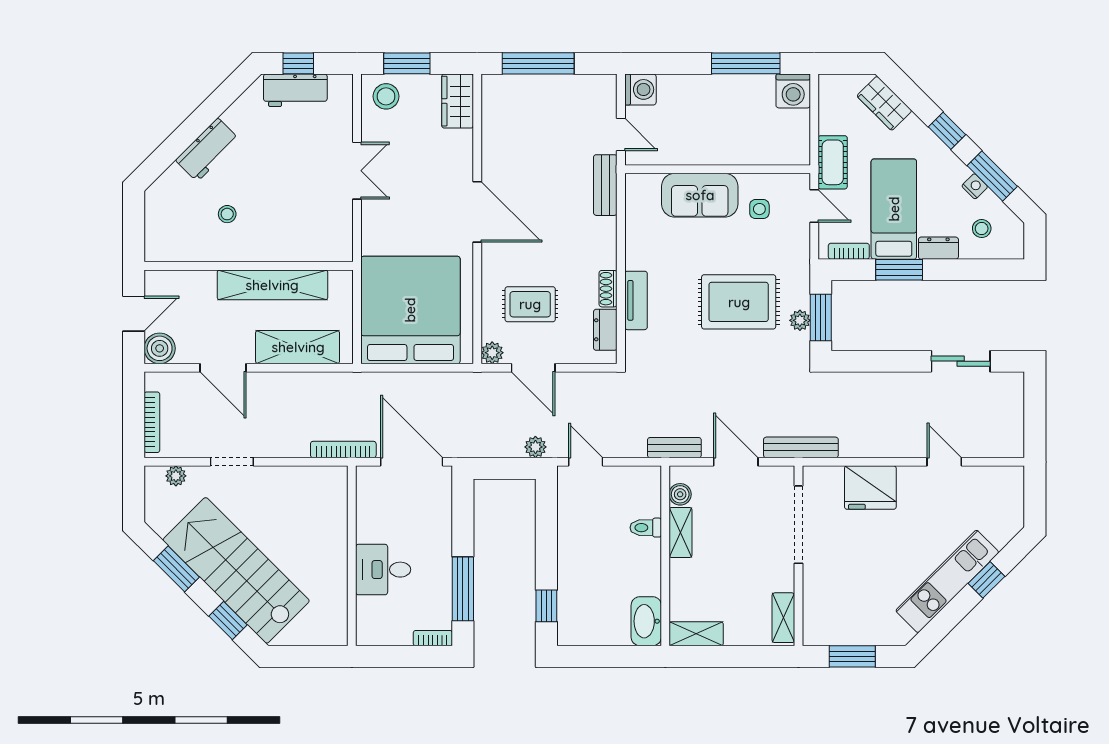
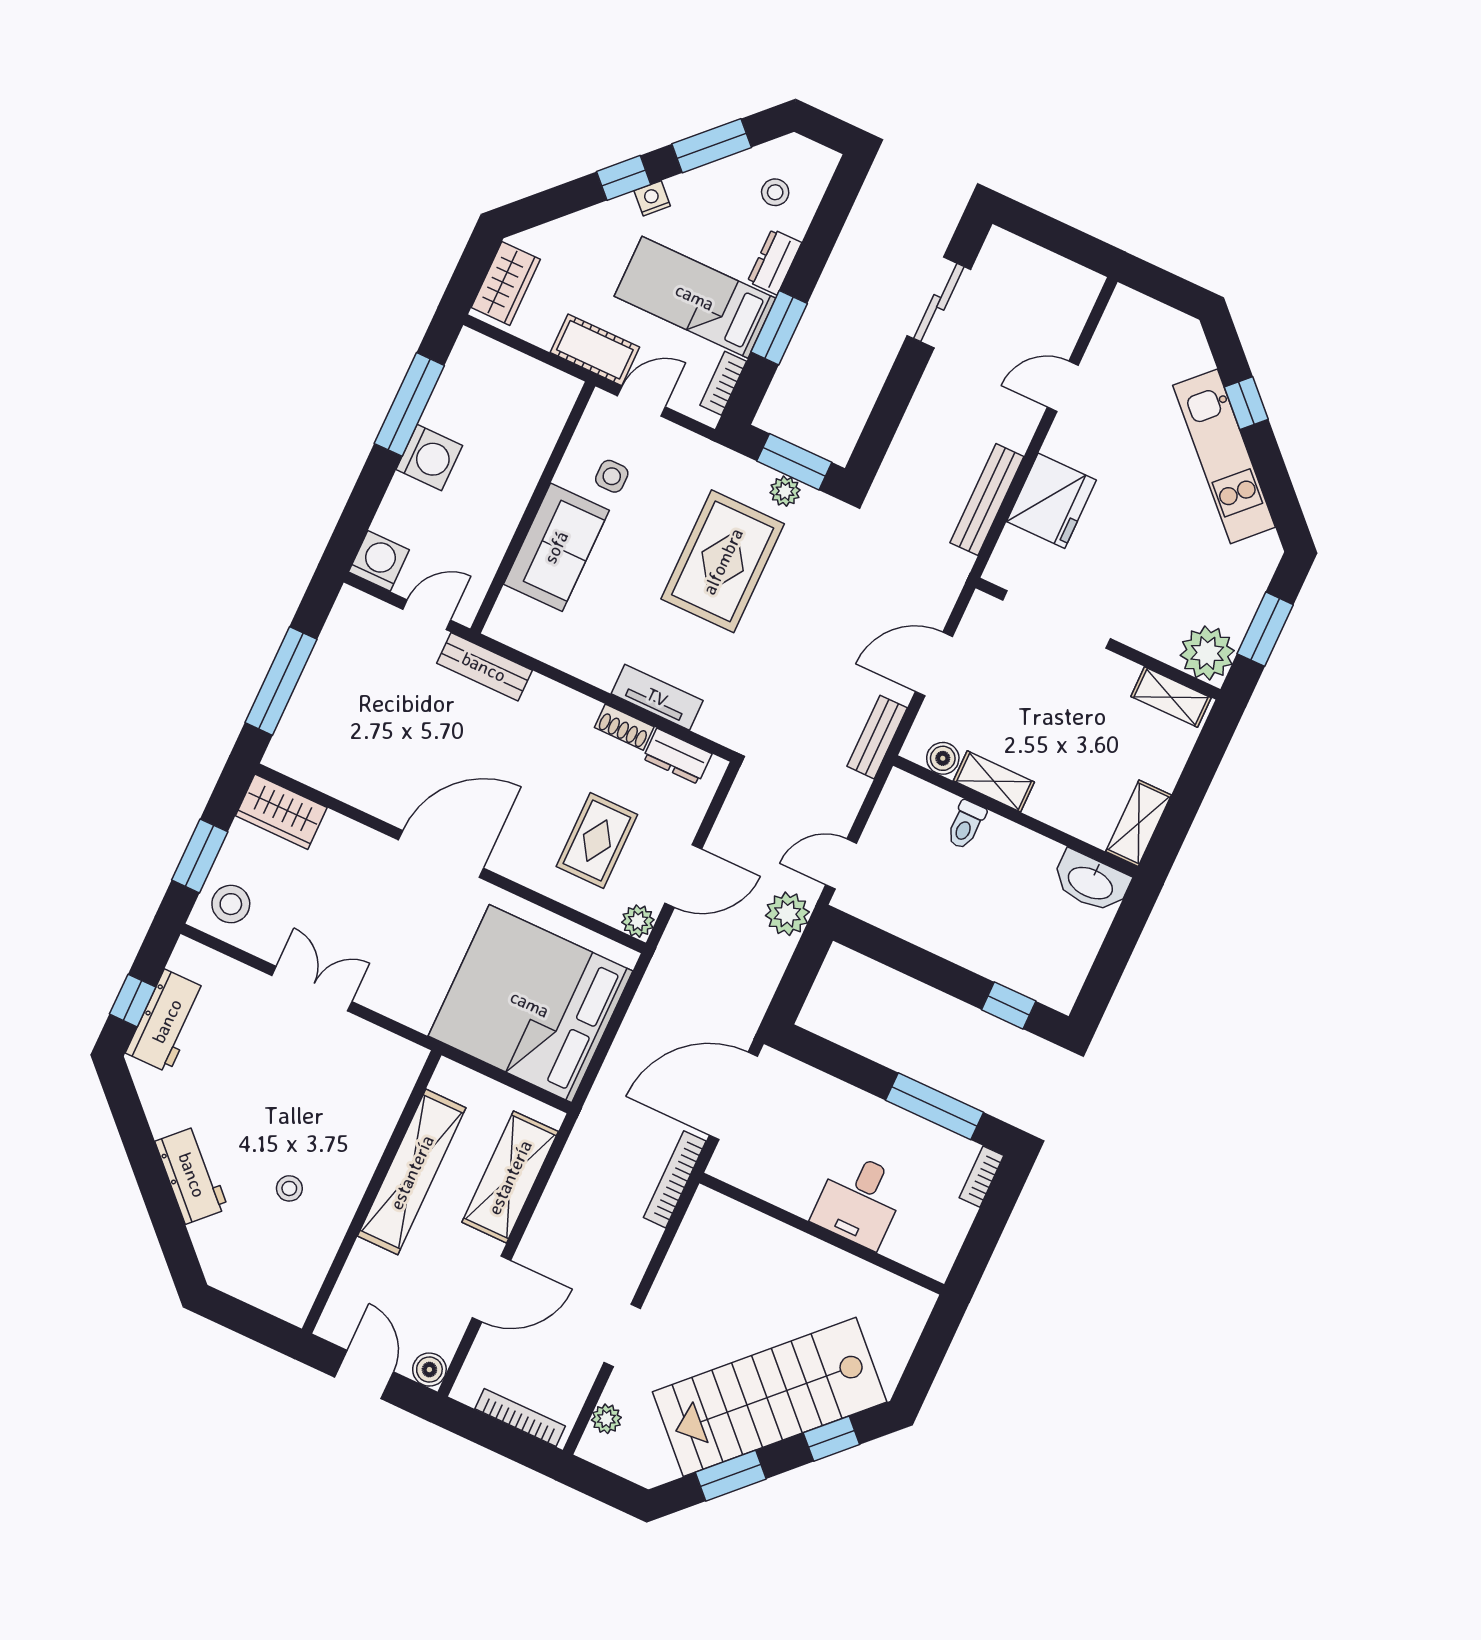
washing machine: (793, 91) -> (429, 458), moved
wardrobe: (884, 103) -> (506, 283), moved, turned -45
nightstand: (975, 186) -> (652, 198), moved
boiler: (160, 348) -> (429, 1370), width x0.73, depth x0.73
plant: (535, 447) -> (787, 914), width x1.38, depth x1.38
bench: (801, 447) -> (987, 500), moved
plant: (821, 627) -> (1207, 653), added

